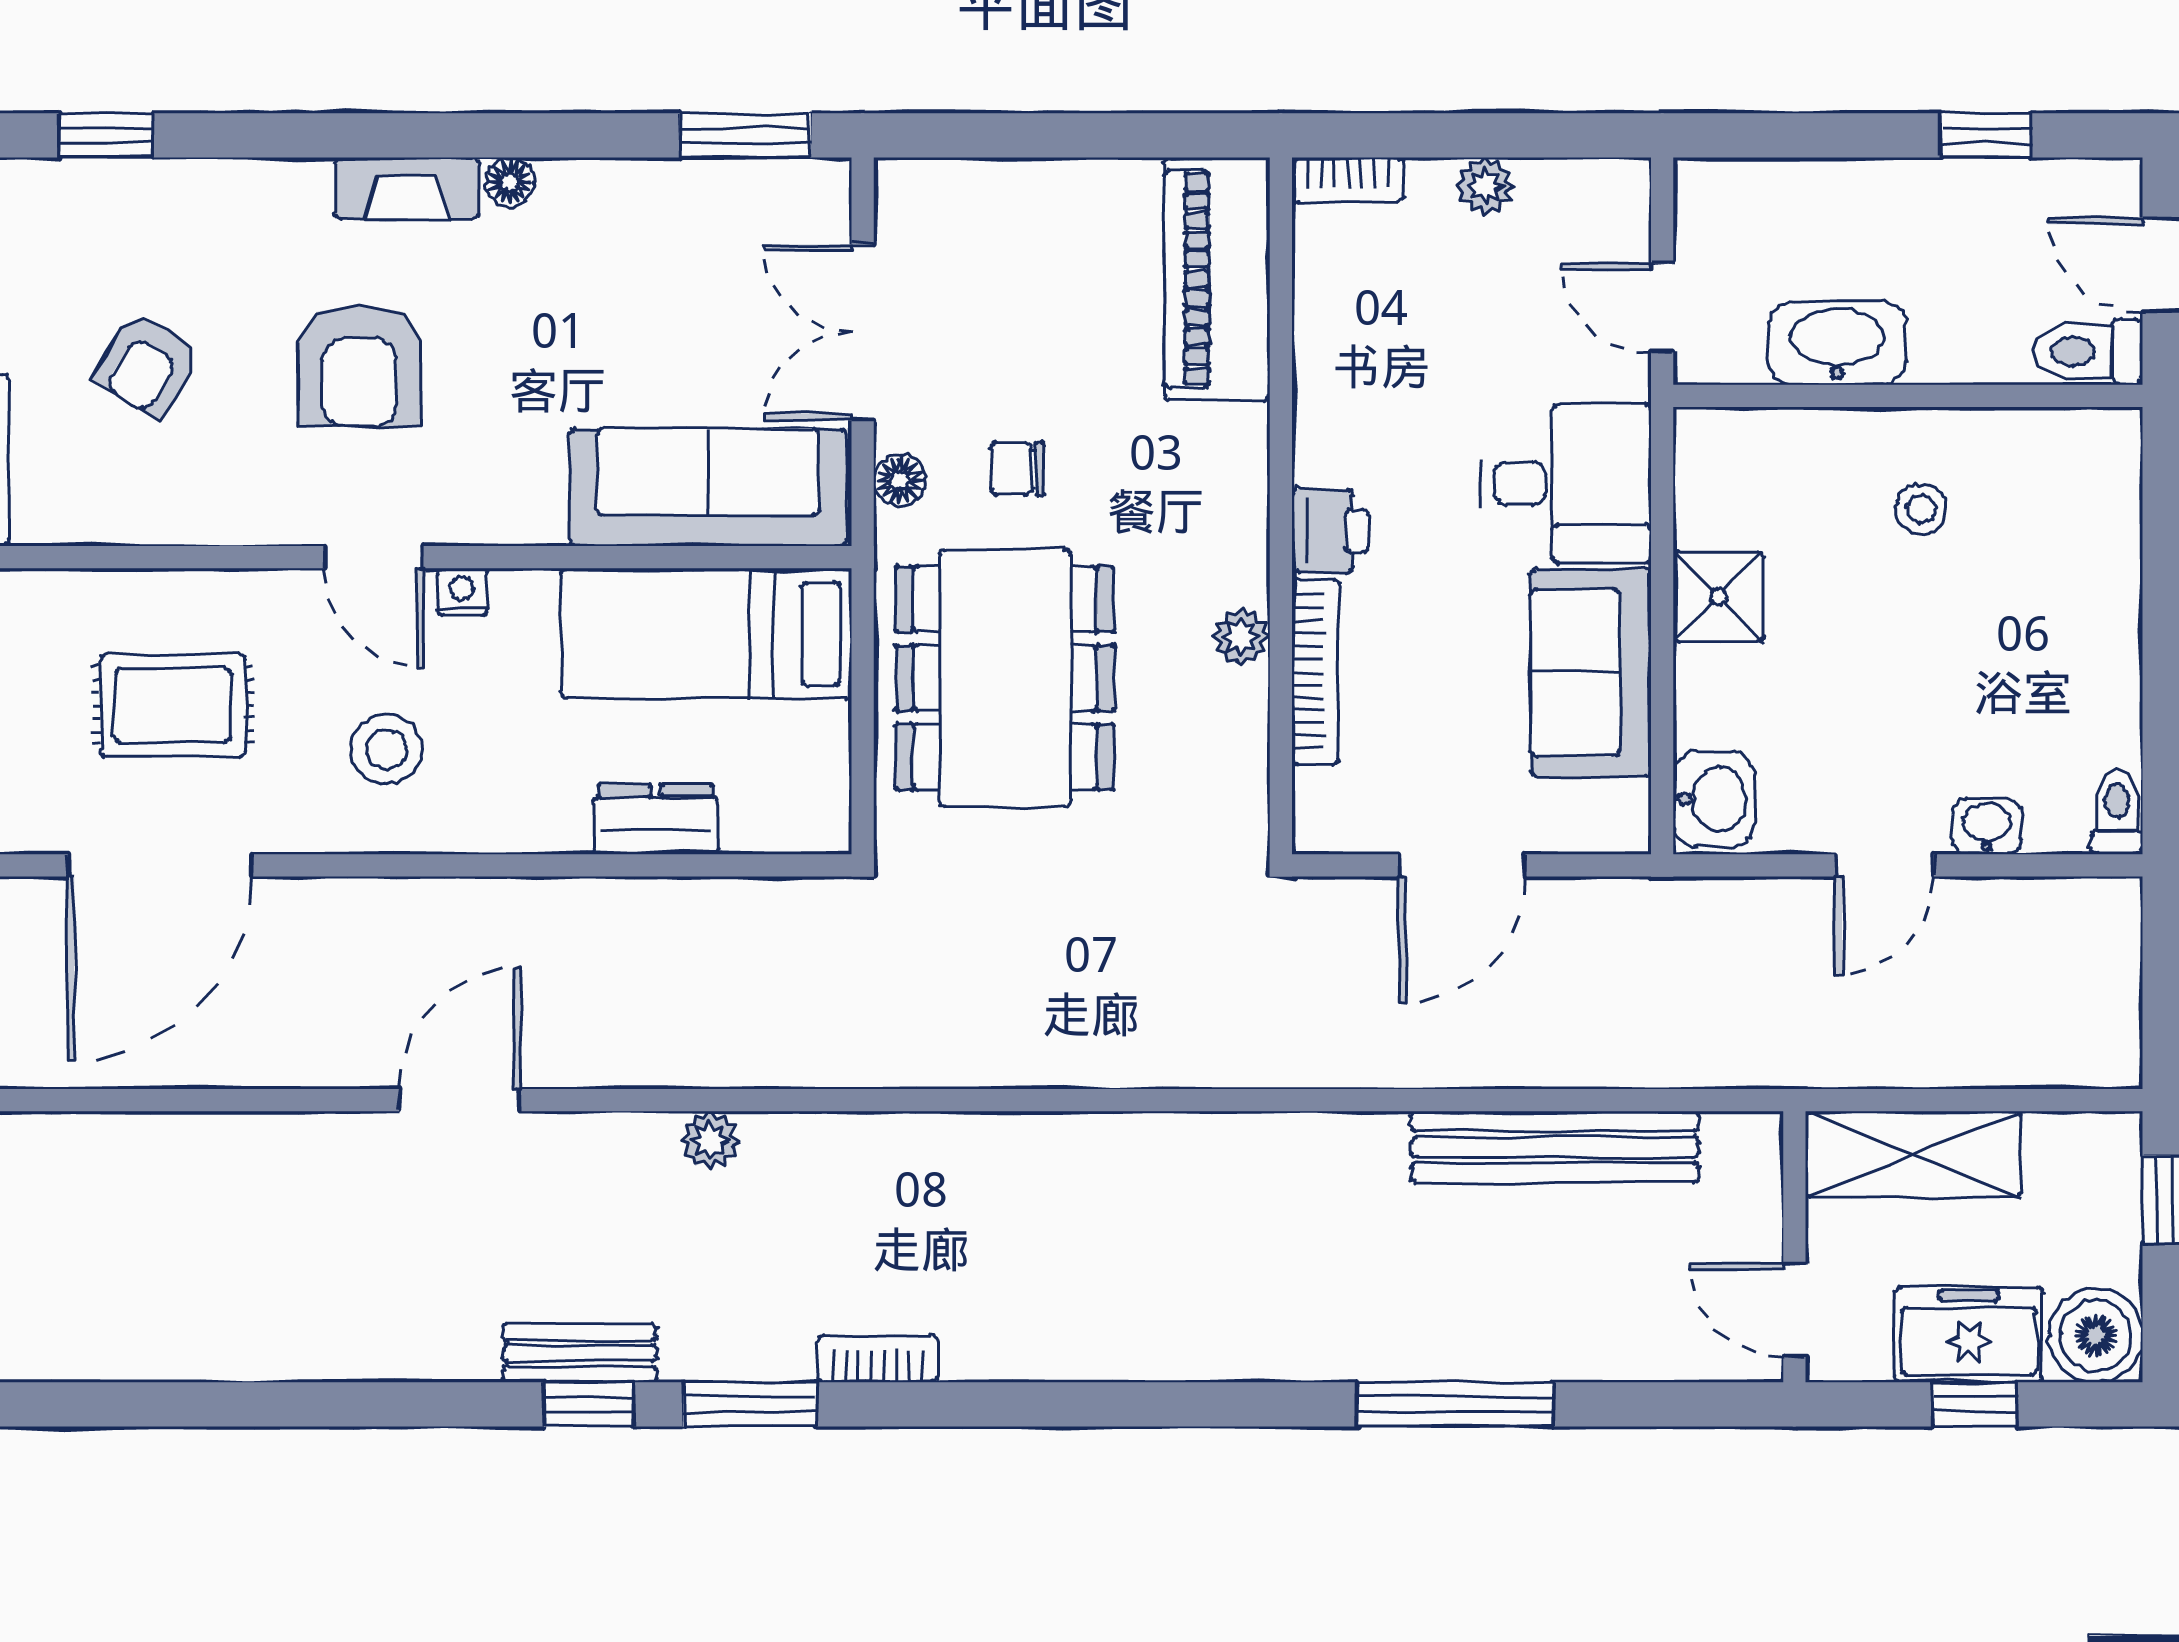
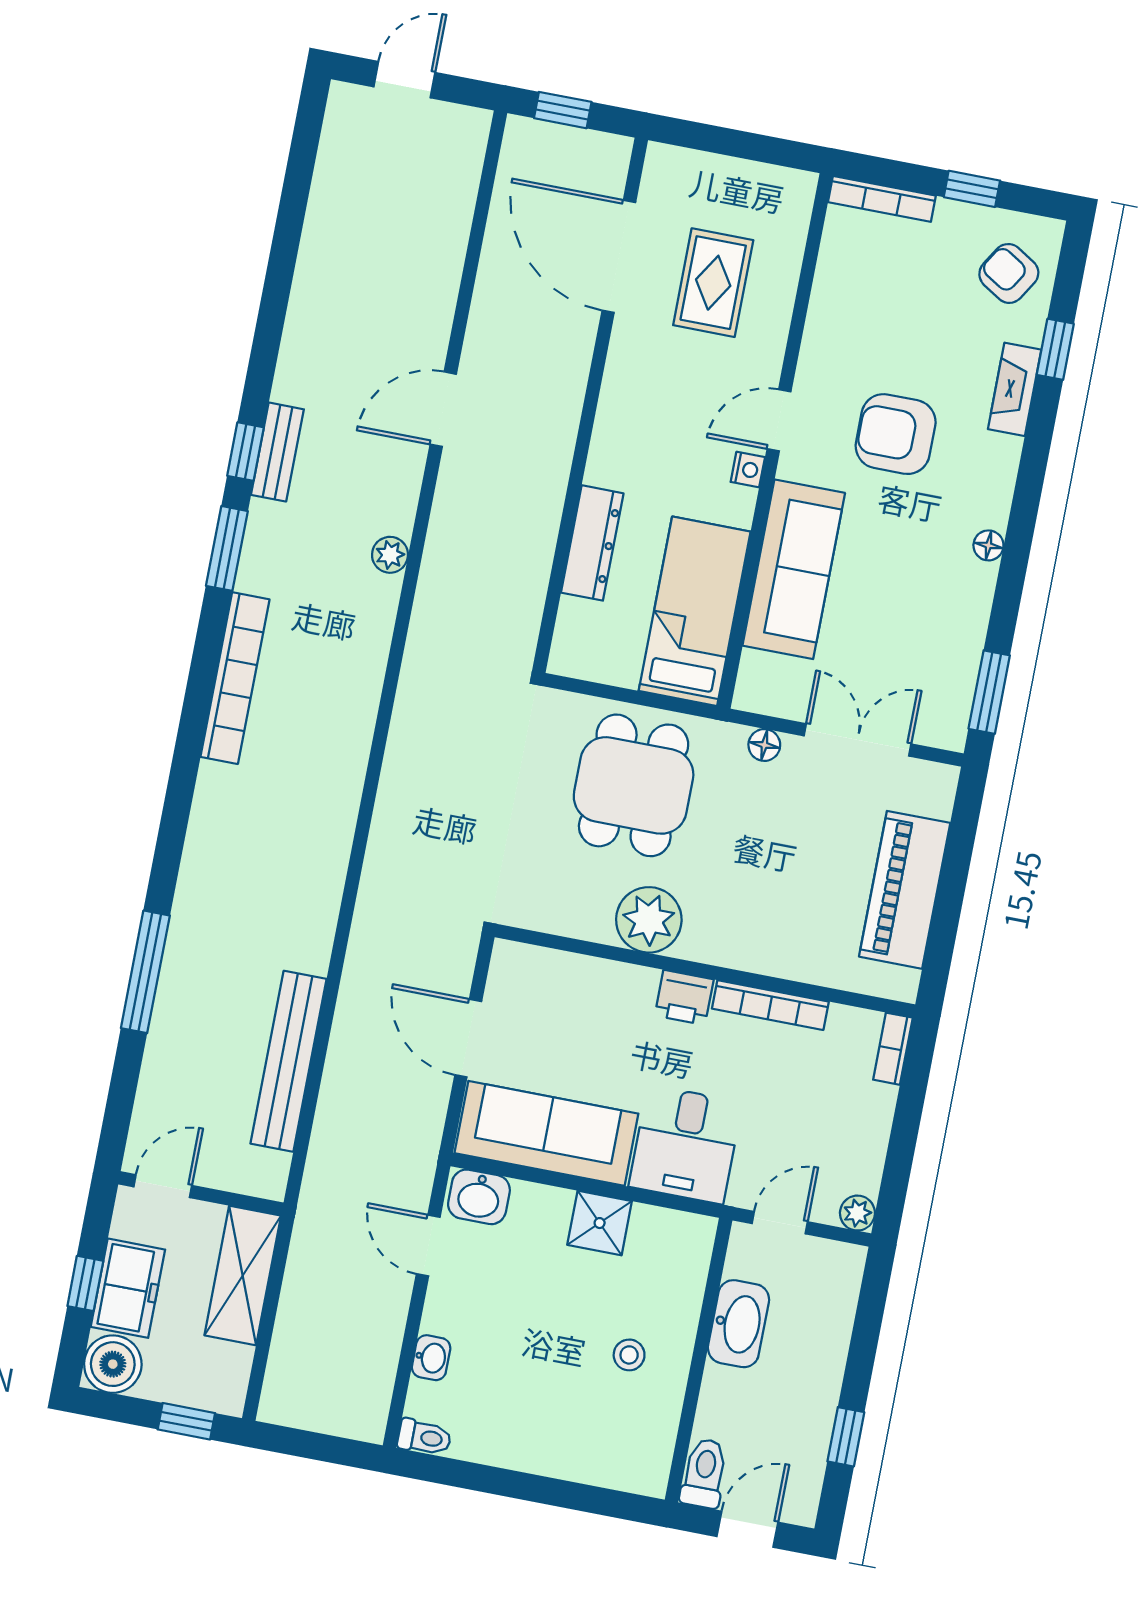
window: (106, 135) -> (1055, 349), moved
plant: (1485, 186) -> (857, 1213), moved
fireplace: (407, 188) -> (1015, 389), moved
piano: (1217, 279) -> (905, 890), moved, turned -90
armchair: (147, 365) -> (1009, 273), moved
chair: (1018, 469) -> (758, 817), removed
sofa: (708, 487) -> (794, 569), moved
plant: (1241, 637) -> (649, 920), width x1.88, depth x1.88
bookcase: (1316, 672) -> (770, 1005), moved
sofa: (1591, 673) -> (546, 1133), width x1.36
dining table: (1005, 678) -> (634, 785), width x0.73
stool: (387, 749) -> (662, 406), removed
dresser: (656, 819) -> (592, 543), width x1.44
door: (1885, 865) -> (428, 1245), moved
door: (459, 1100) -> (443, 409), swing flipped
bookcase: (878, 1359) -> (235, 678), width x2.31, depth x1.31

